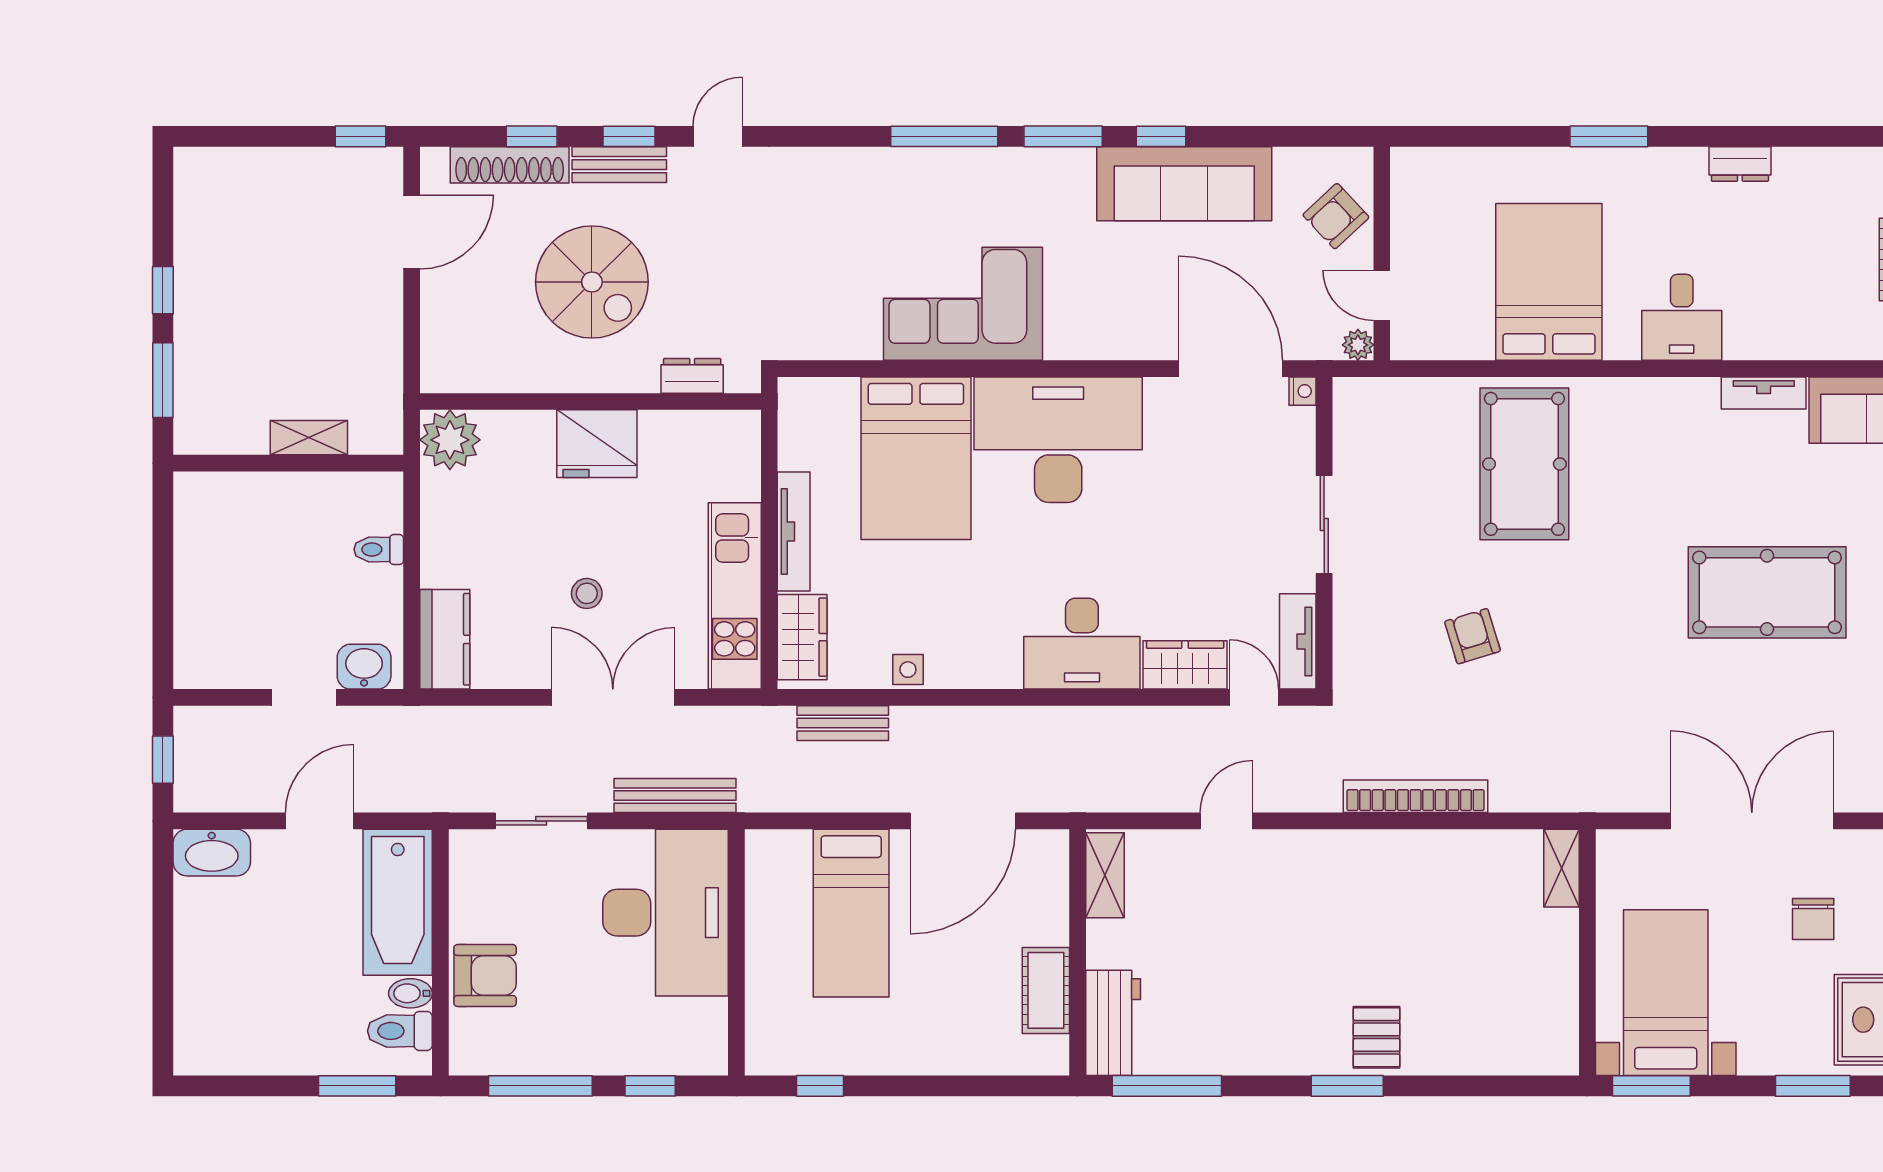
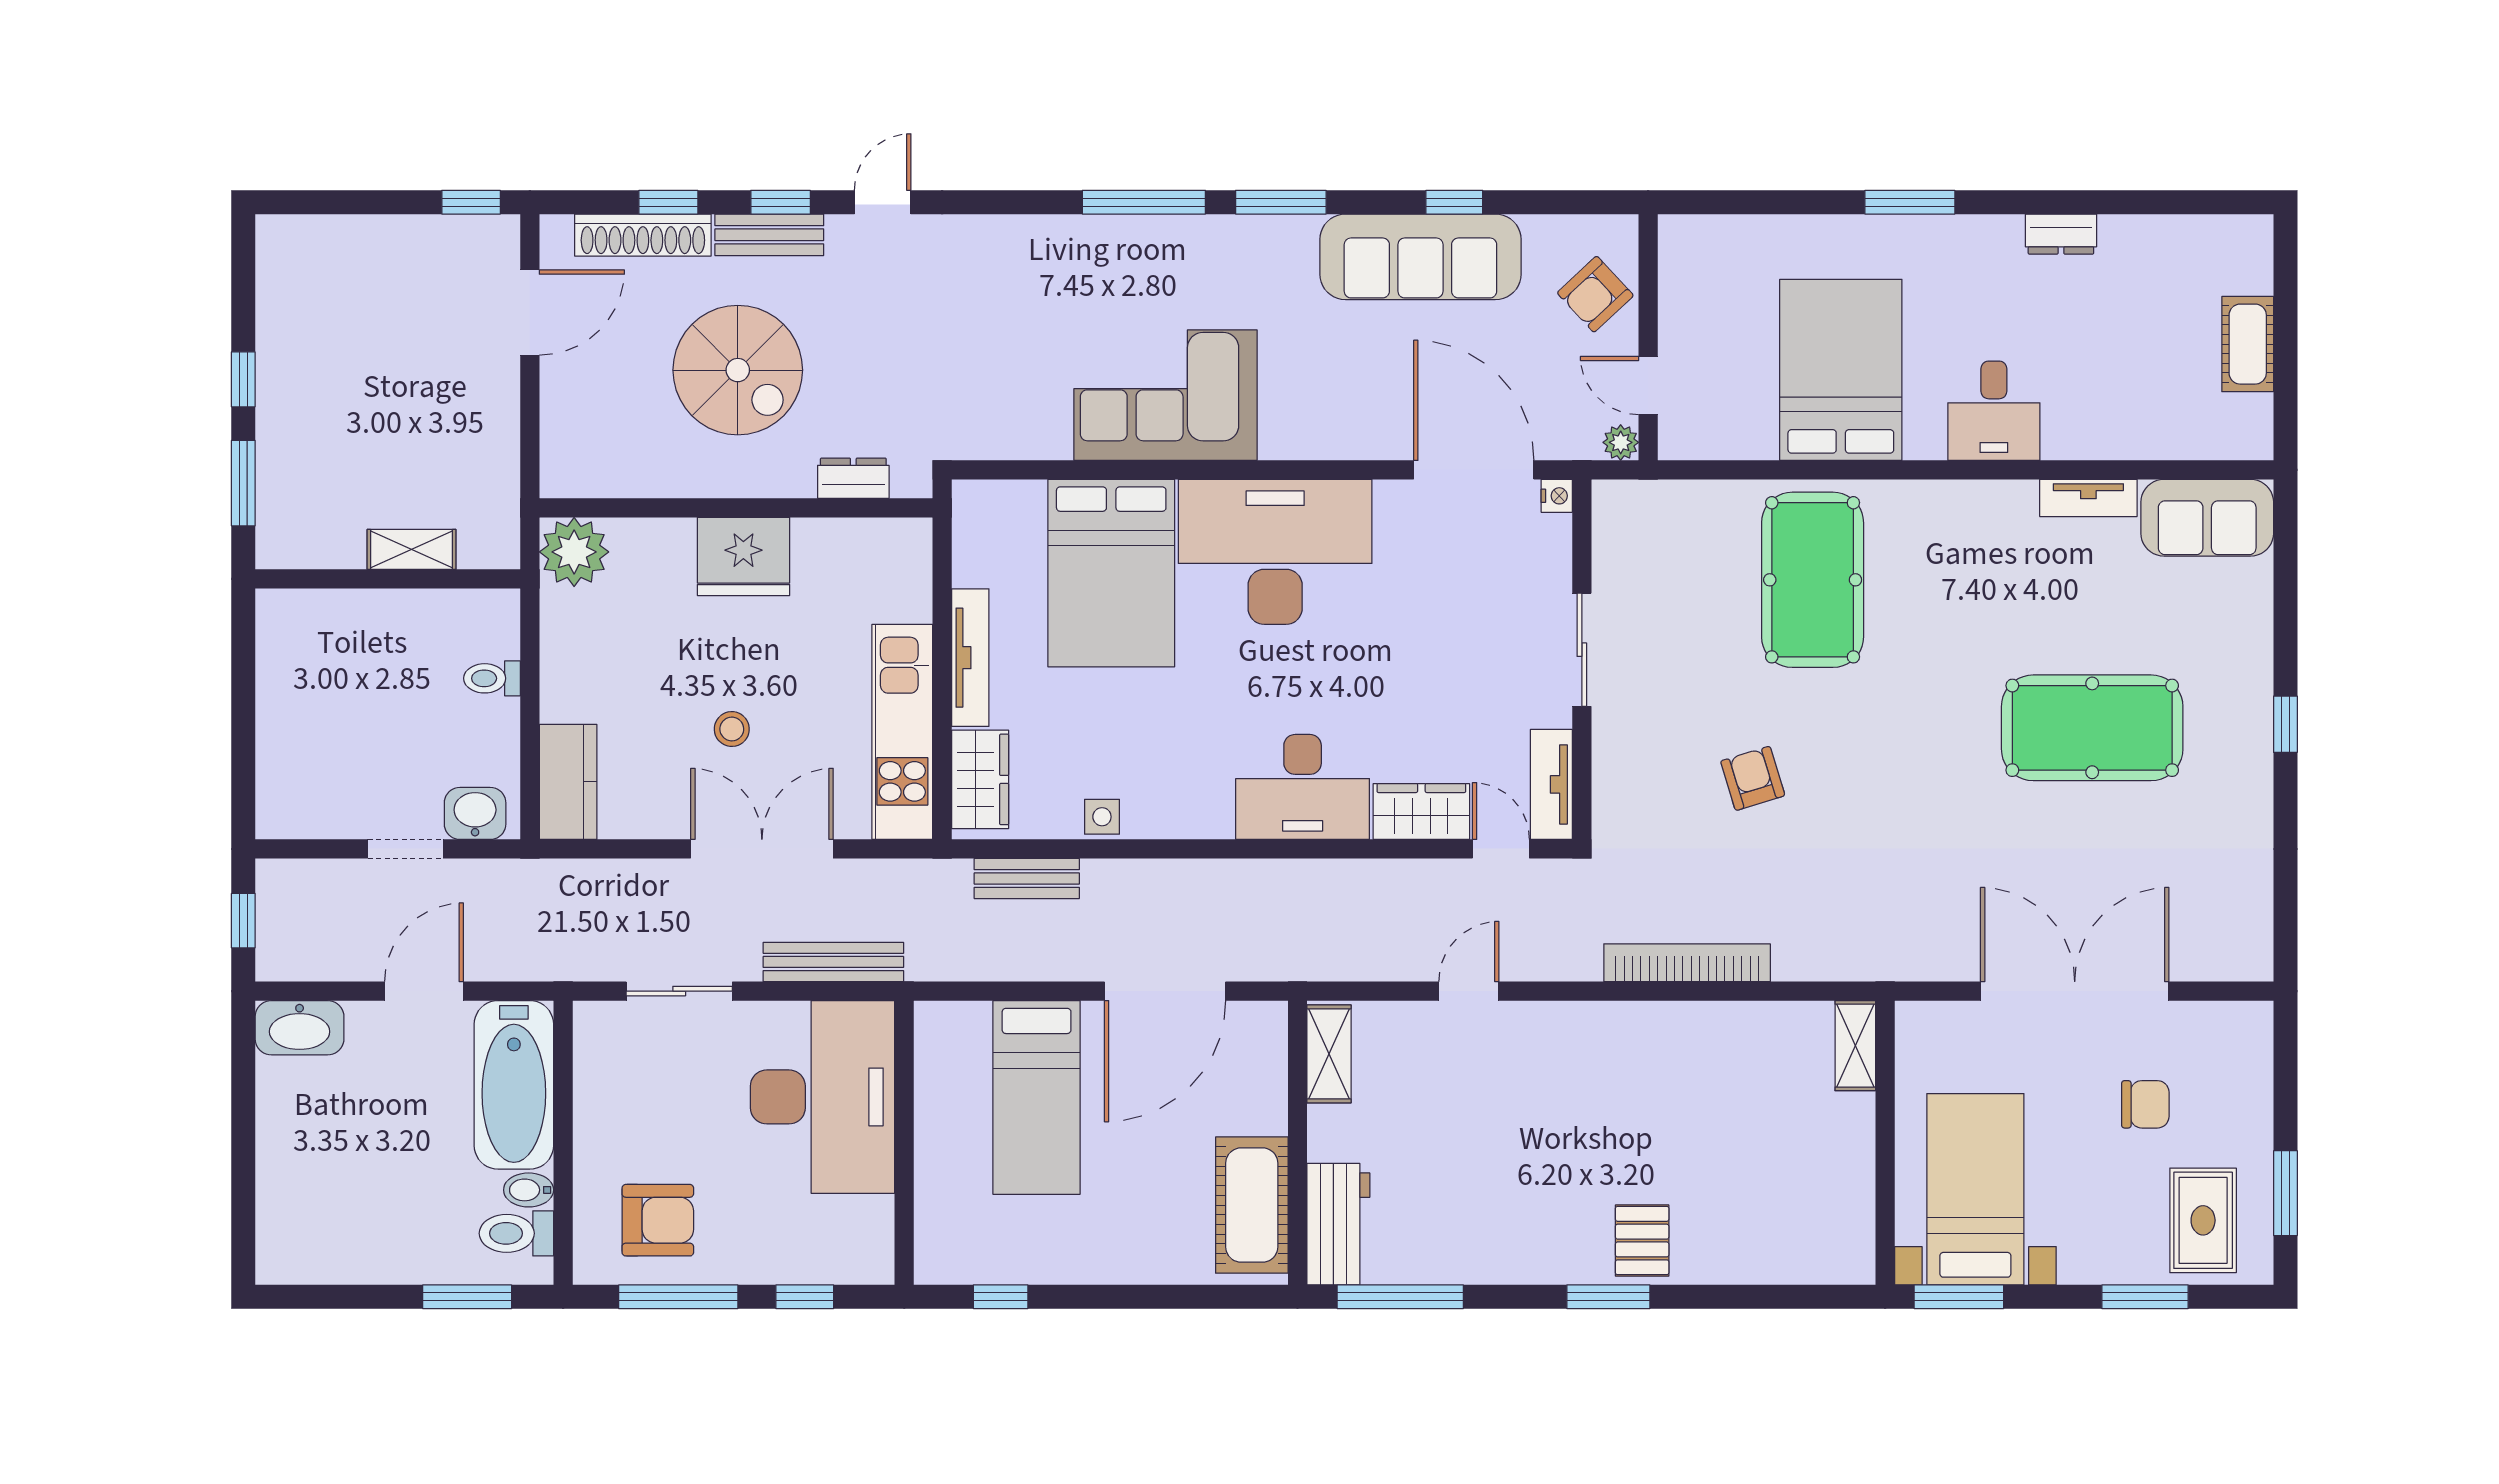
window: (1161, 136) -> (1454, 202), moved
chair: (1813, 919) -> (2145, 1104), turned -90
armchair: (485, 975) -> (658, 1220), moved
cot: (1046, 990) -> (1252, 1205), width x1.37, depth x1.34

